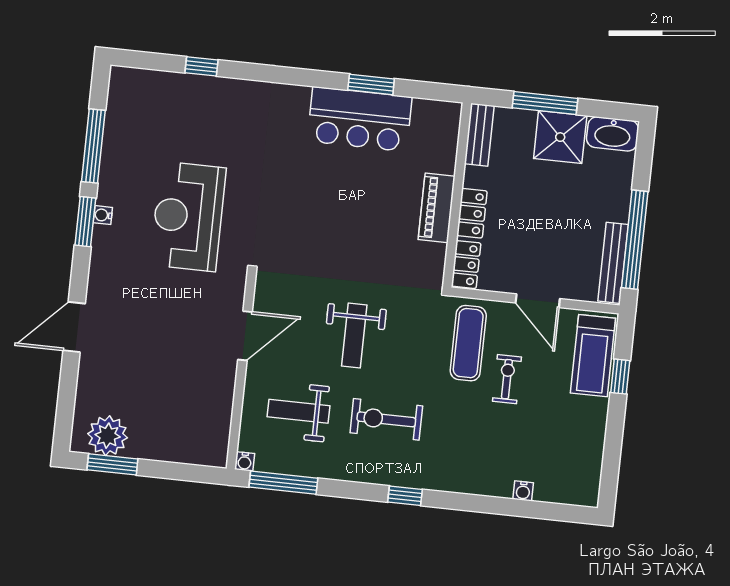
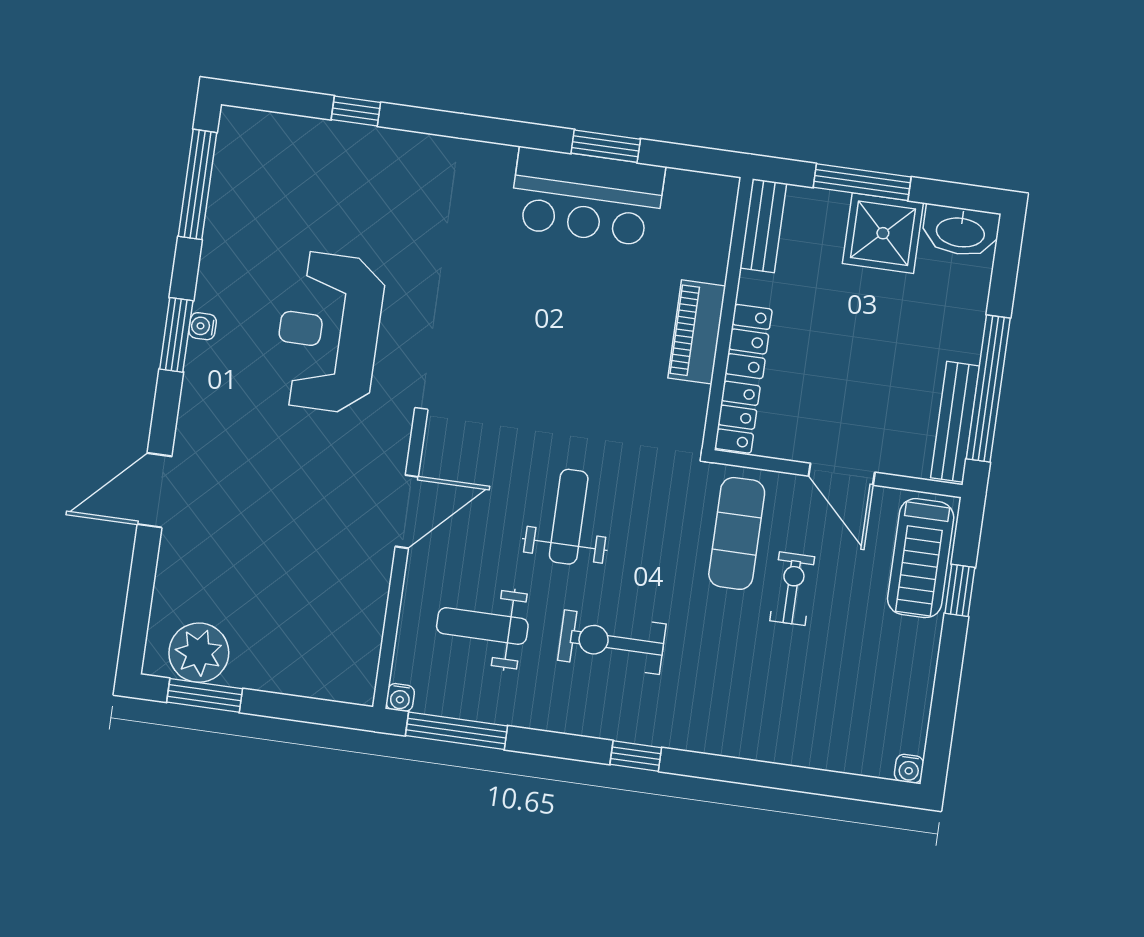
window: (93, 146) -> (197, 184), moved
weight bench: (354, 336) -> (569, 517), turned 180
water cooler: (523, 491) -> (909, 769), moved

